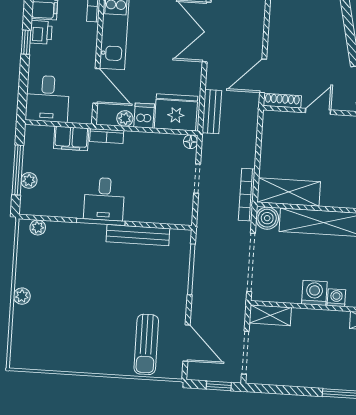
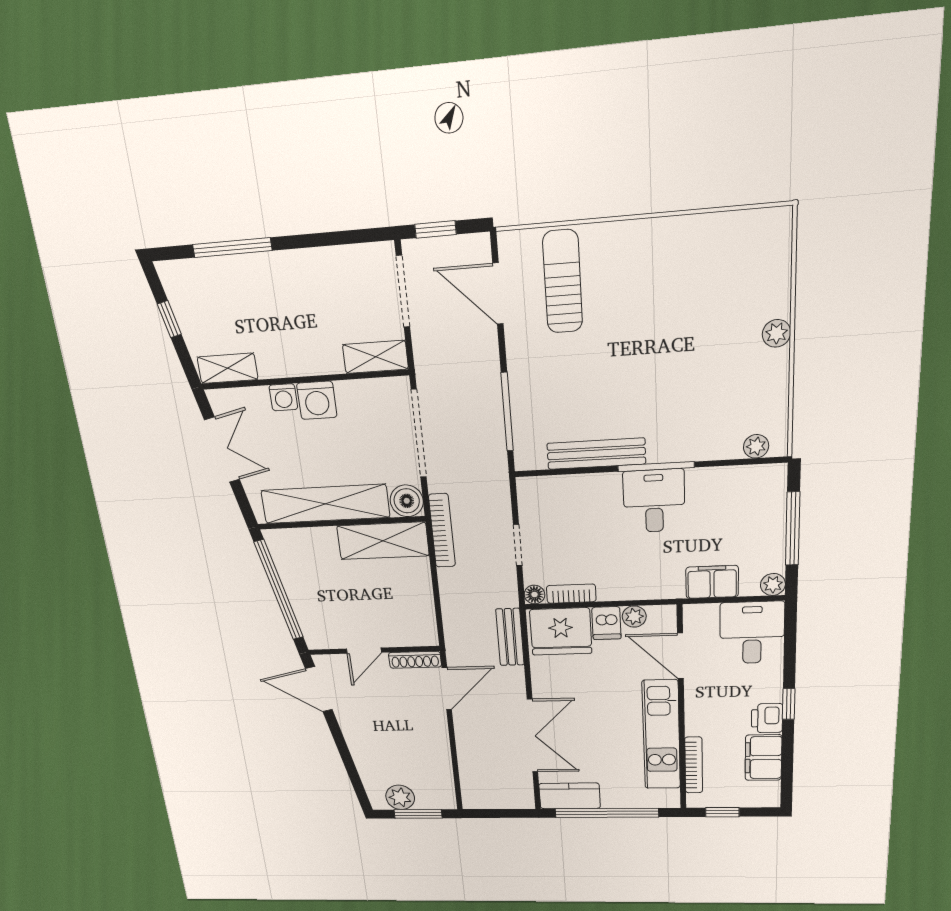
bookcase: (107, 136) -> (571, 594), moved
plant: (29, 180) -> (773, 584), moved

